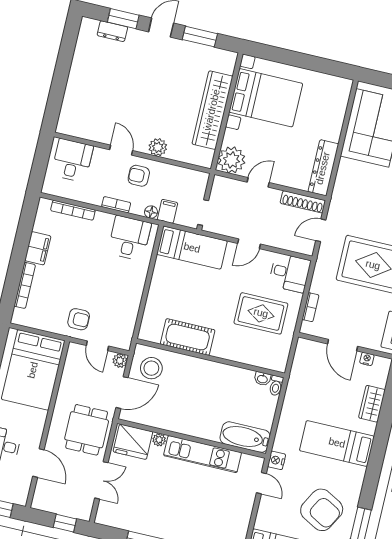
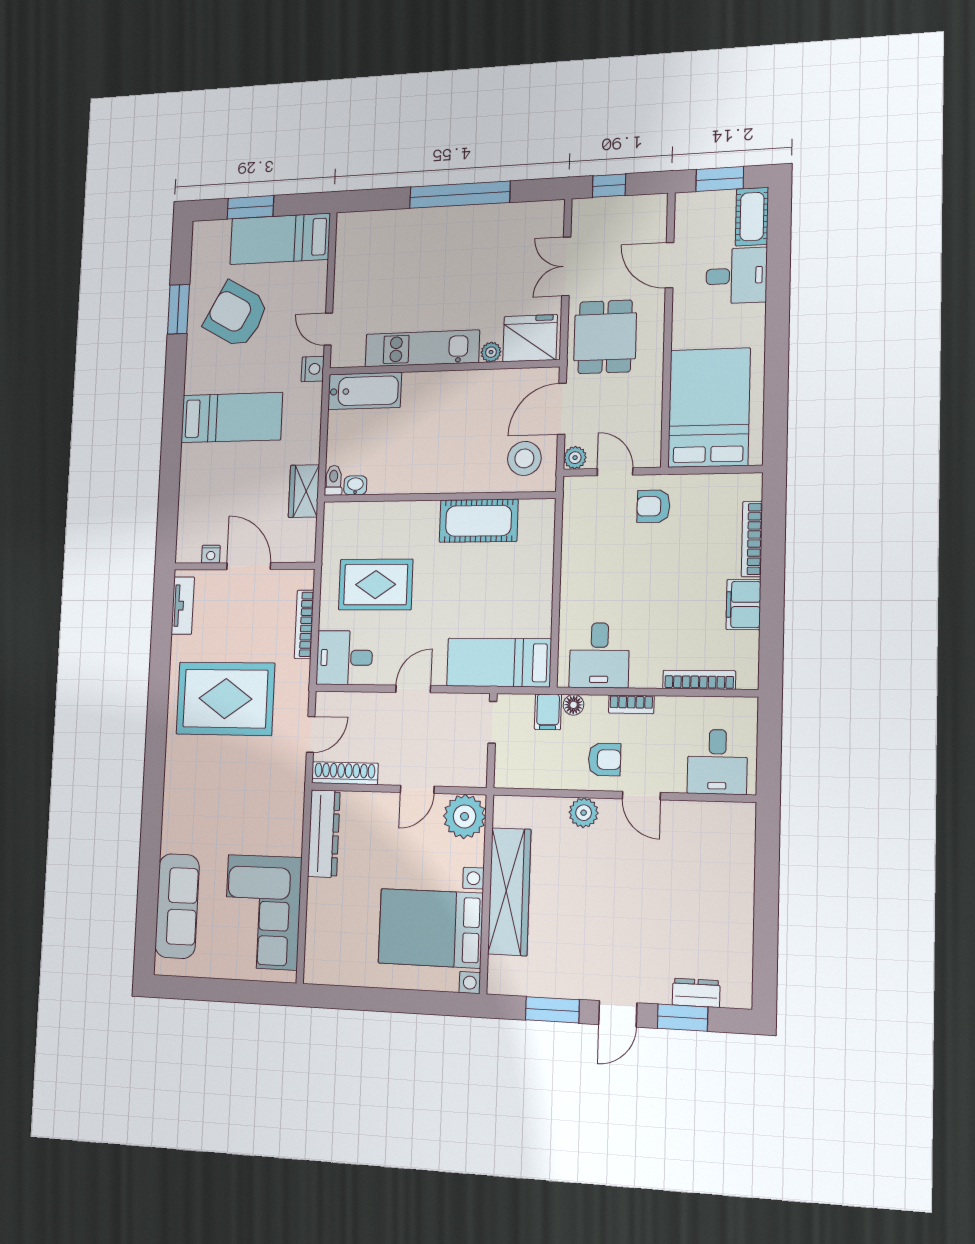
bookcase: (311, 307) -> (304, 624), width x1.56
wardrobe: (372, 404) -> (304, 491), moved, turned 180

